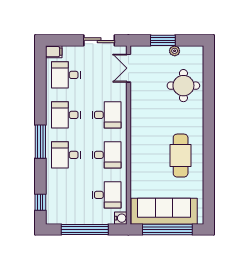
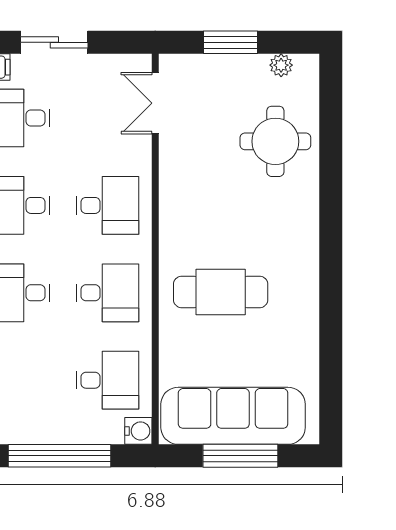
sliding door: (99, 40) -> (54, 42), moved
plant: (175, 51) -> (281, 65), moved
cafe table: (181, 156) -> (221, 292), moved, turned 90
window: (167, 229) -> (240, 456), width x0.68

